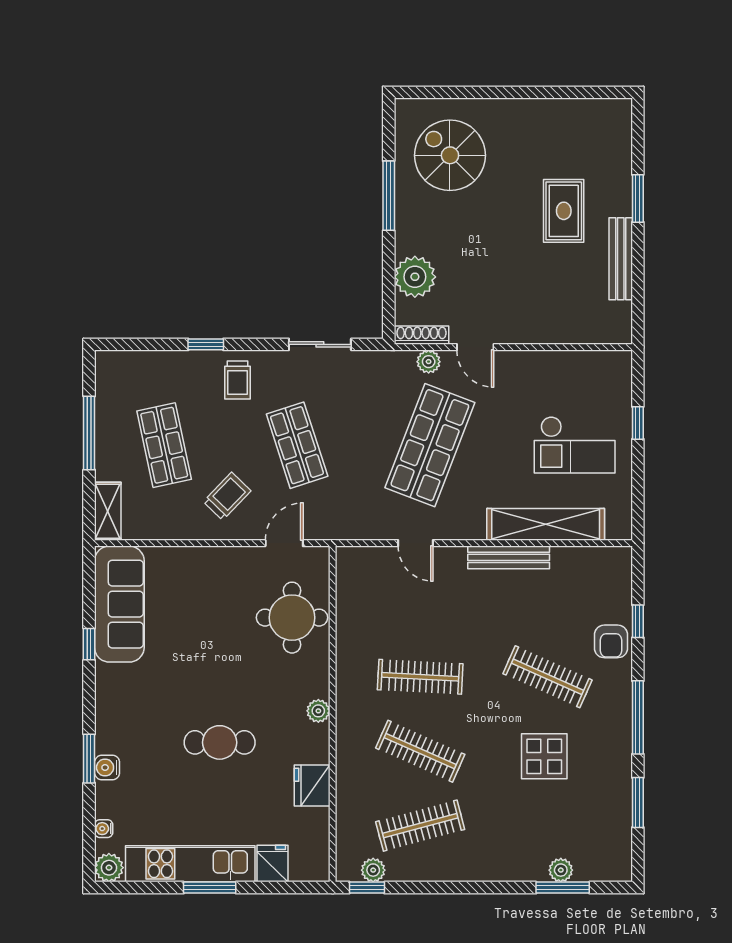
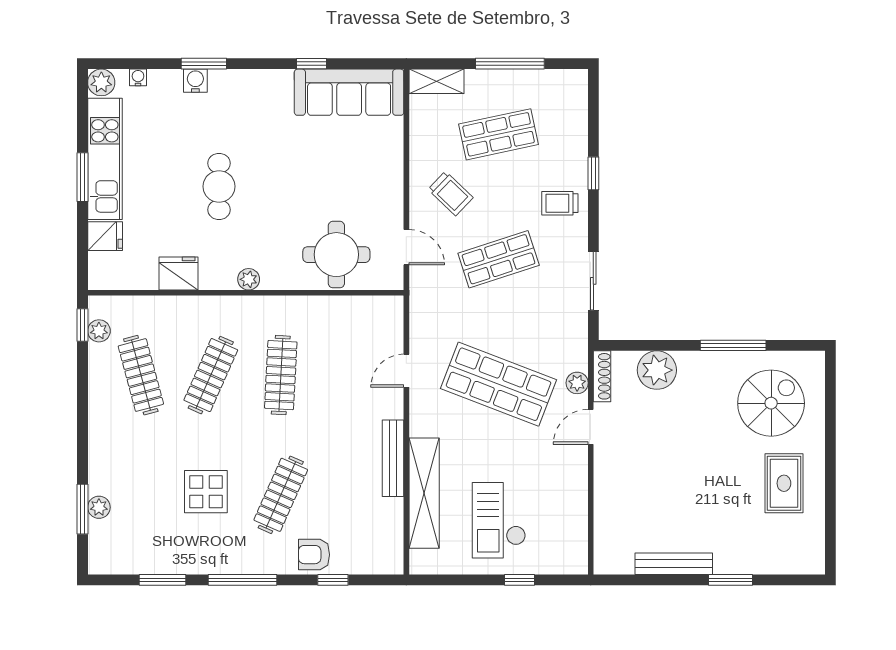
rug: (564, 211) -> (784, 483), moved, turned 90

